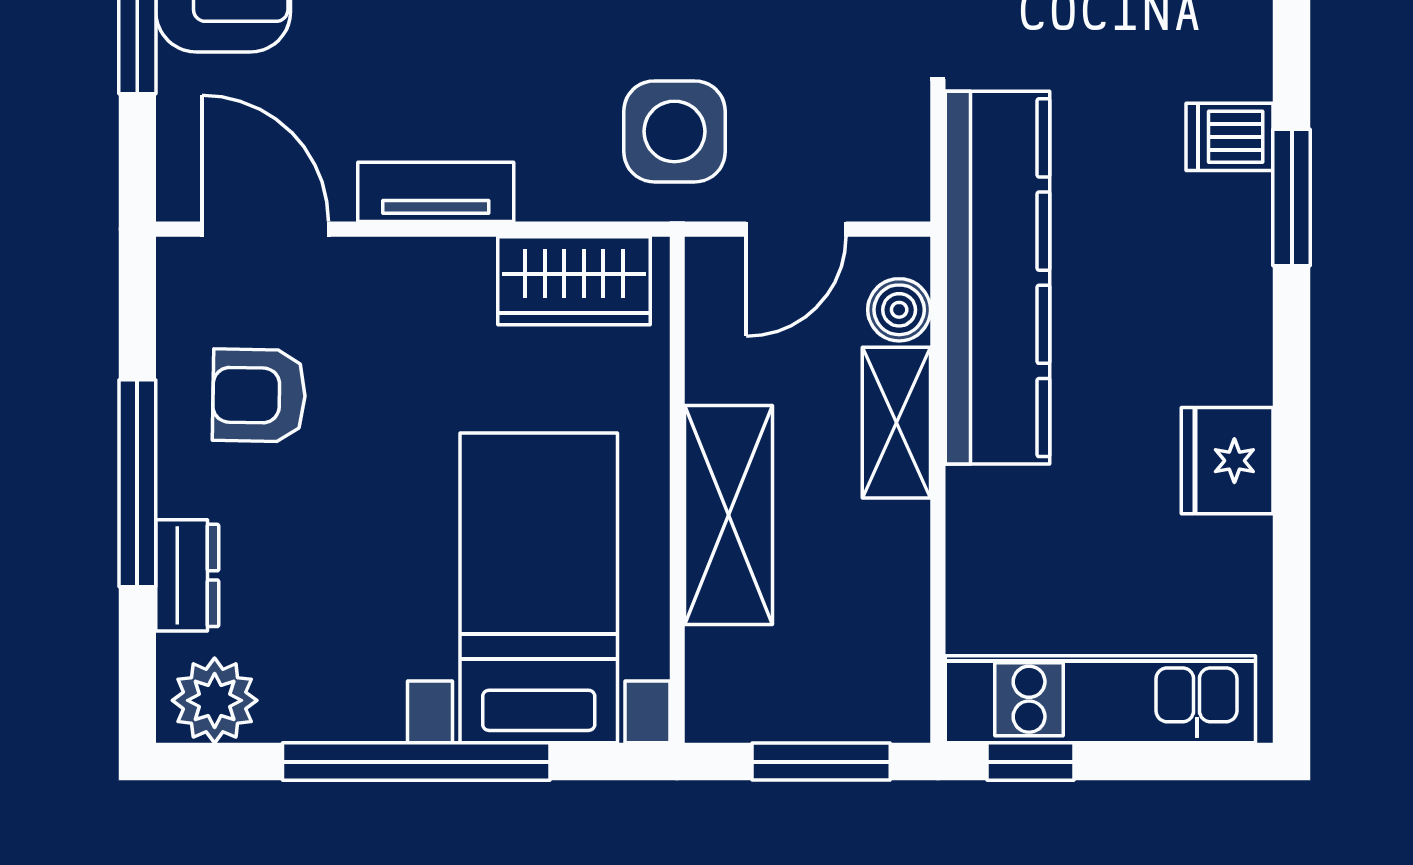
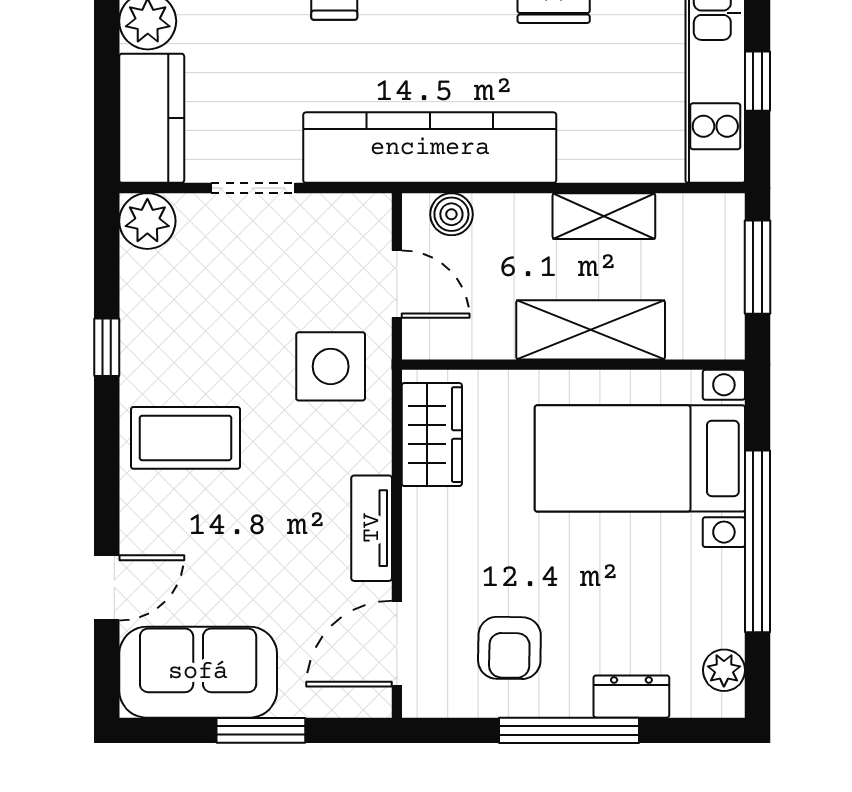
shelving: (896, 423) -> (604, 216), moved
plant: (215, 700) -> (724, 670), width x0.73, depth x0.73
window: (1030, 762) -> (758, 81), moved

